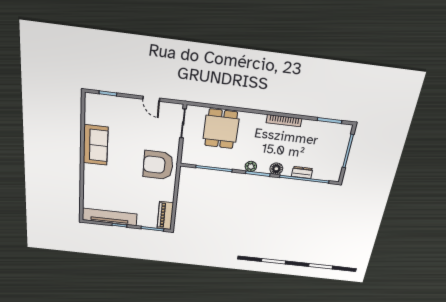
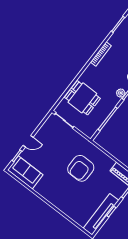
door: (151, 99) -> (28, 141), moved
sofa: (96, 145) -> (25, 172), moved
armchair: (158, 165) -> (81, 168), moved

